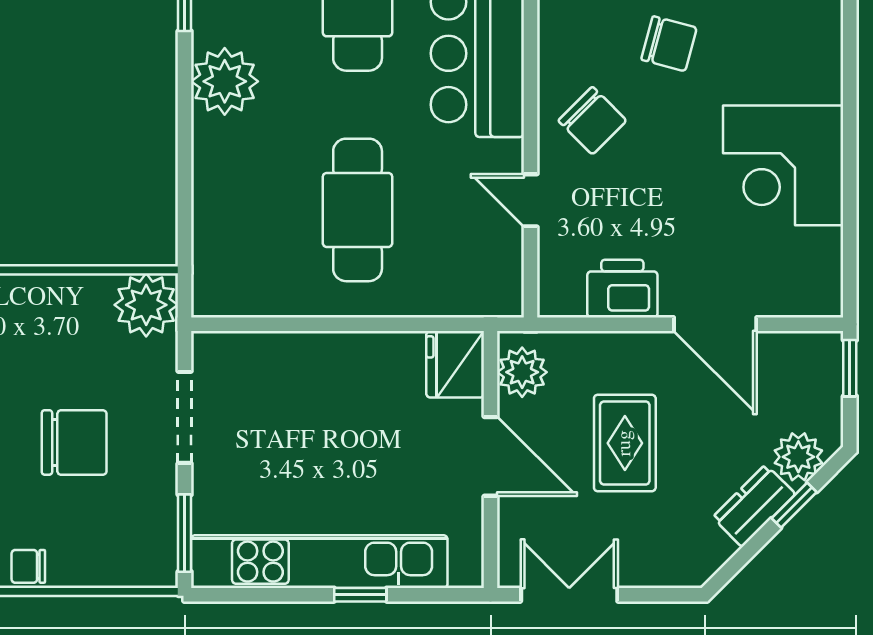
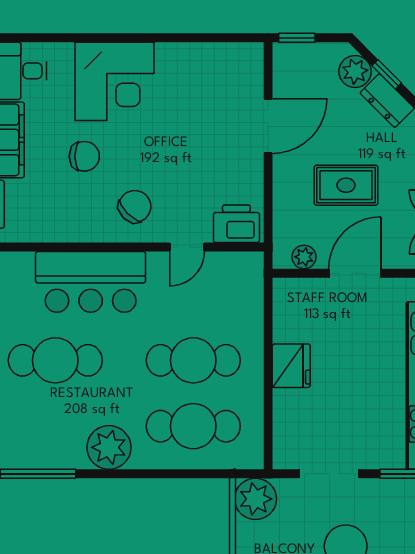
chair: (669, 44) -> (84, 156), turned 75
corner desk: (783, 165) -> (114, 81), moved
cafe table: (257, 210) -> (193, 426), added
printer: (622, 289) -> (236, 224), moved, turned 90
fridge: (455, 364) -> (291, 366), moved, turned -90
plant: (522, 372) -> (304, 257), width x0.73, depth x0.73

